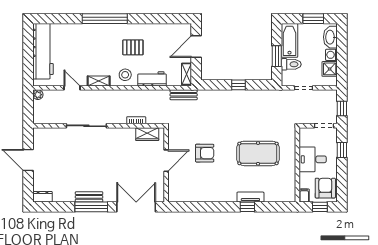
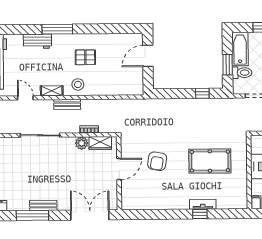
window: (105, 19) -> (57, 29), width x0.68
shelving: (187, 74) -> (139, 83), removed
workbench: (152, 79) -> (37, 41), moved, turned 180
window: (239, 85) -> (202, 93), moved
bench: (184, 95) -> (67, 104), moved
plant: (128, 134) -> (82, 143), added
armchair: (205, 153) -> (157, 161), turned 100
window: (91, 207) -> (32, 215), moved

